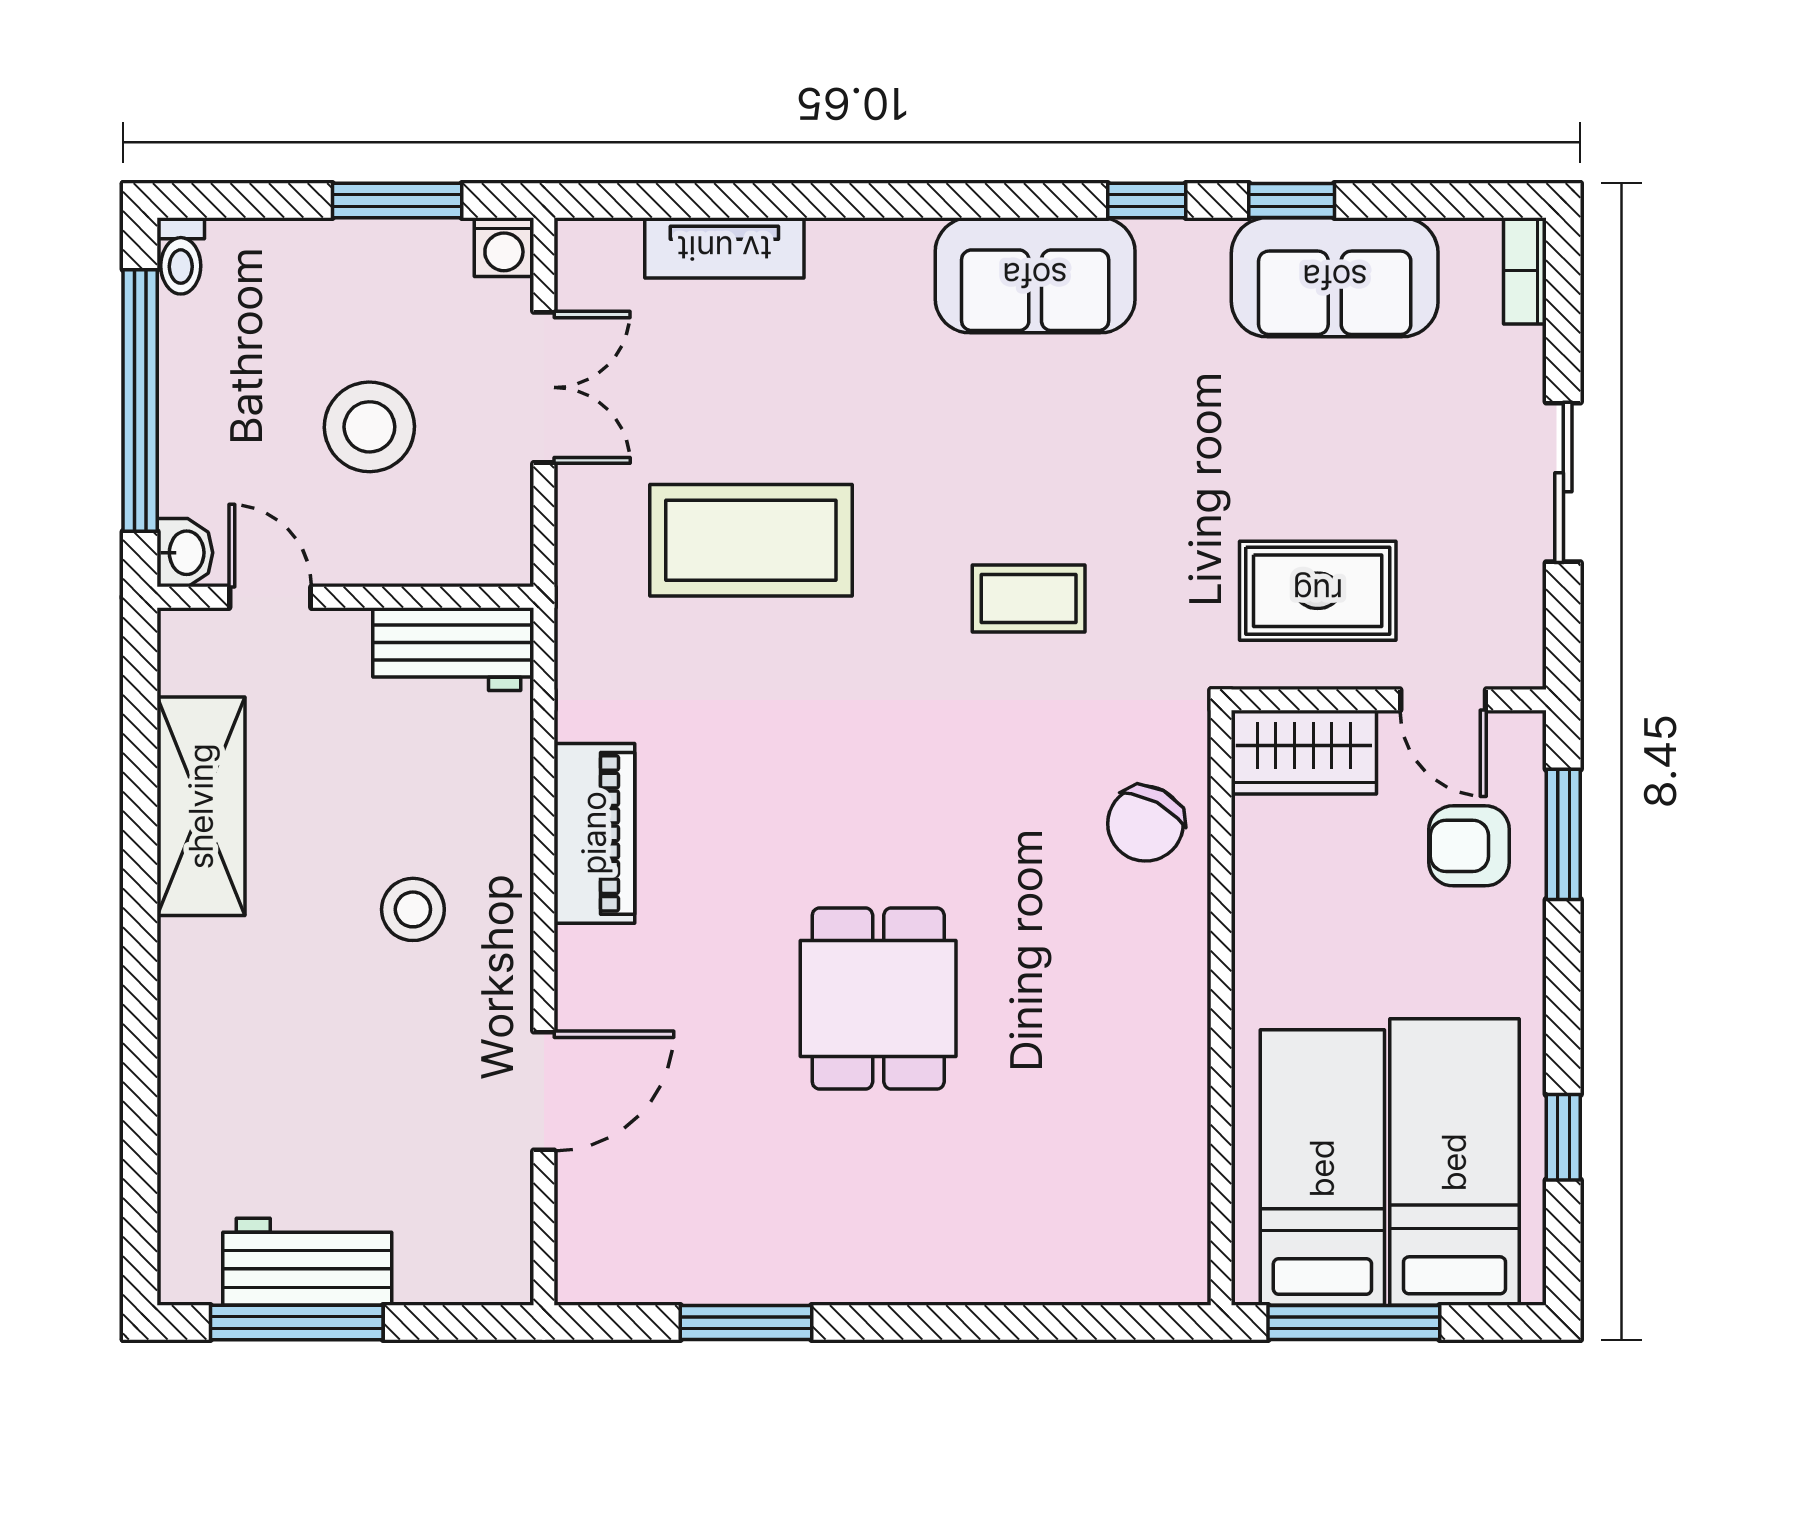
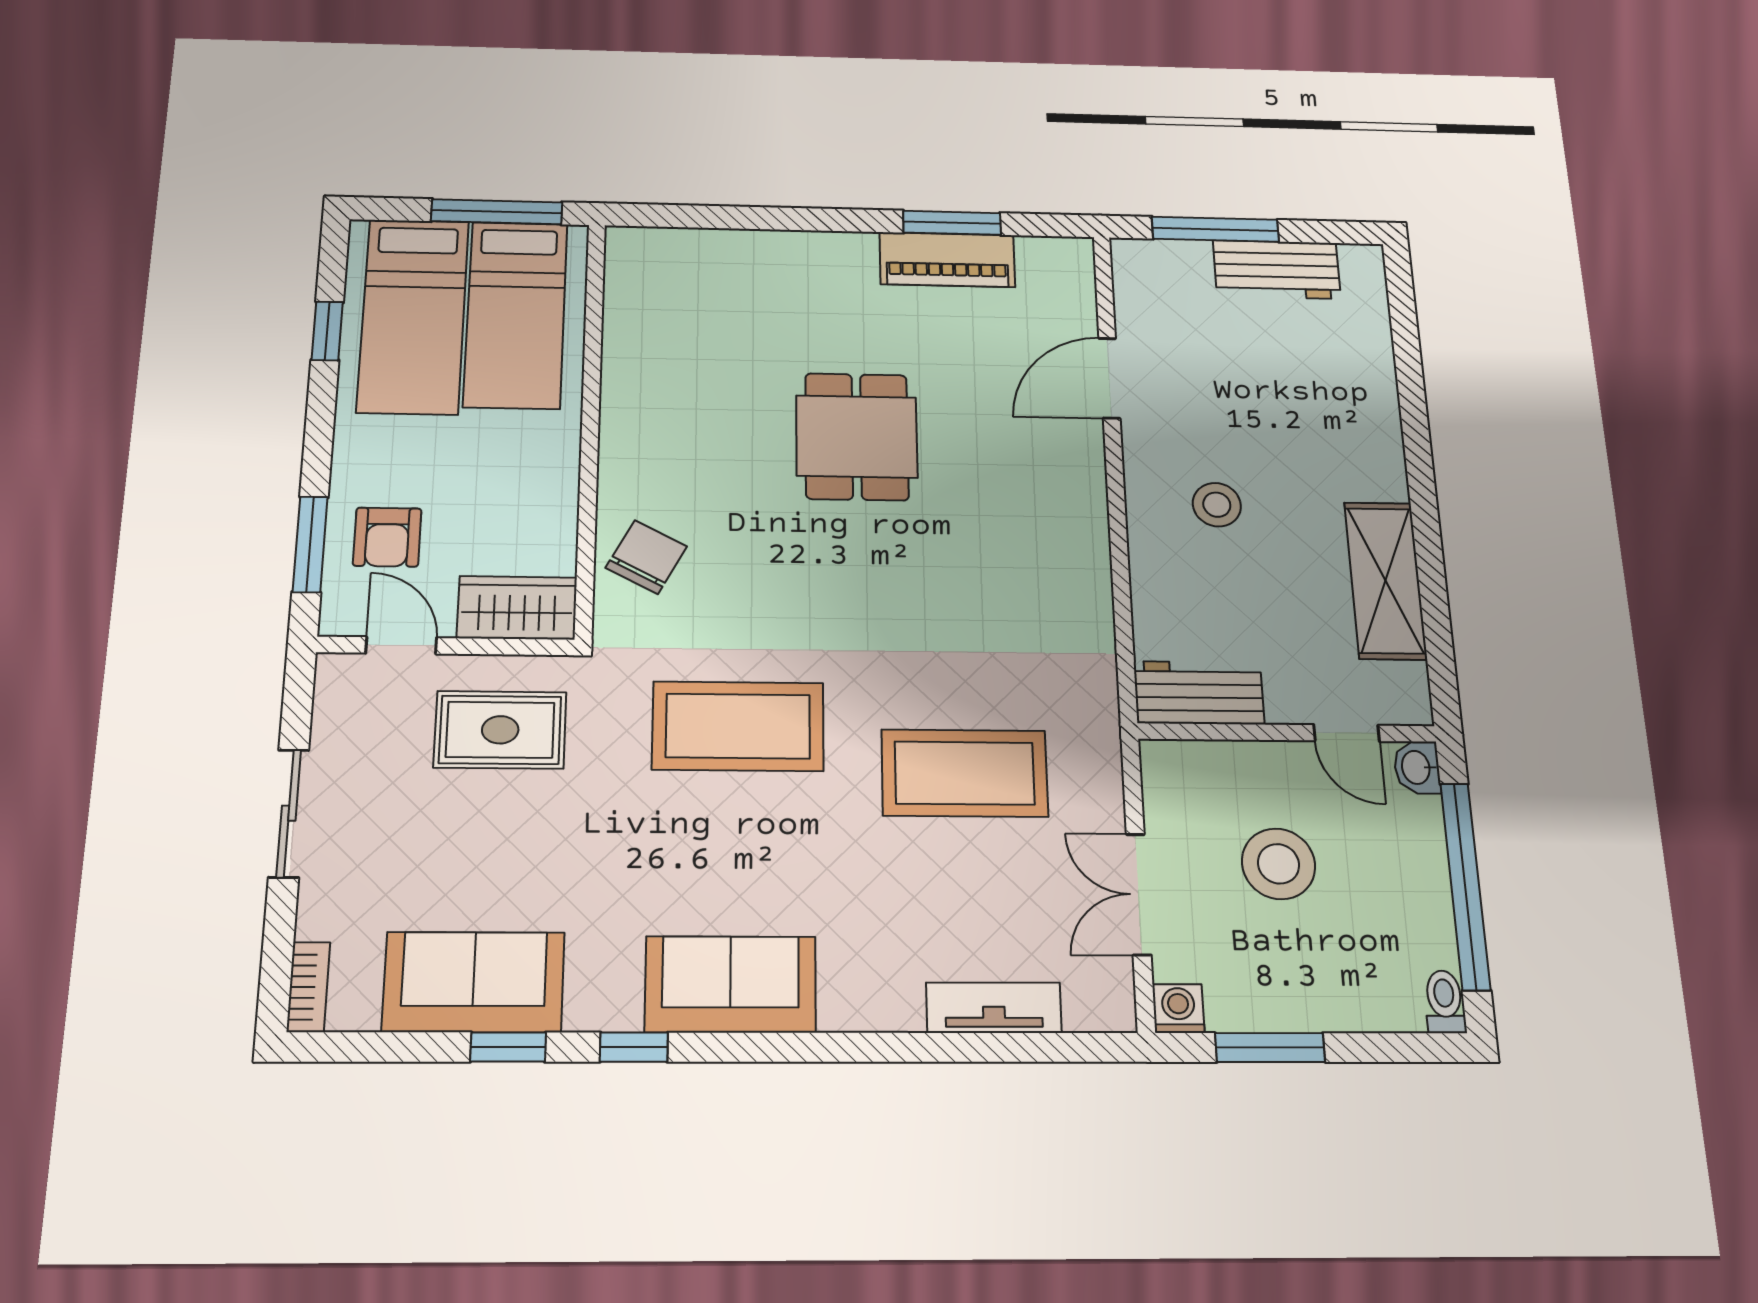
coffee table: (1029, 599) -> (738, 726), width x1.86, depth x1.72
piano: (594, 833) -> (947, 260), moved, turned -90
armchair: (1469, 846) -> (387, 537), turned 90
window: (297, 1323) -> (1215, 229), moved

